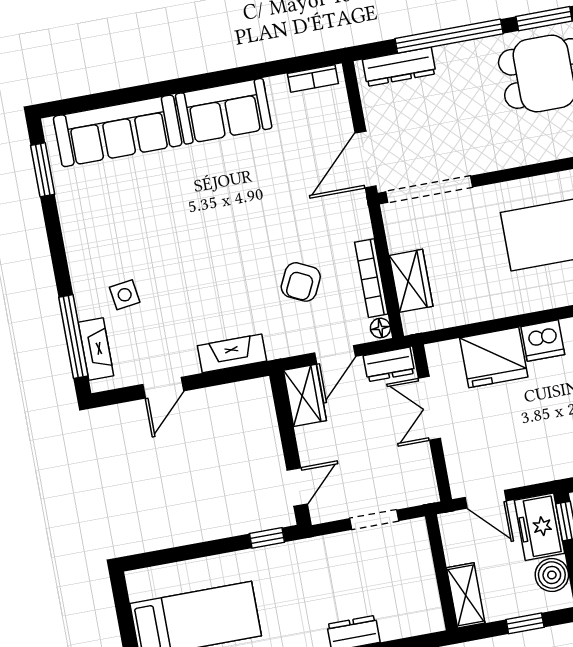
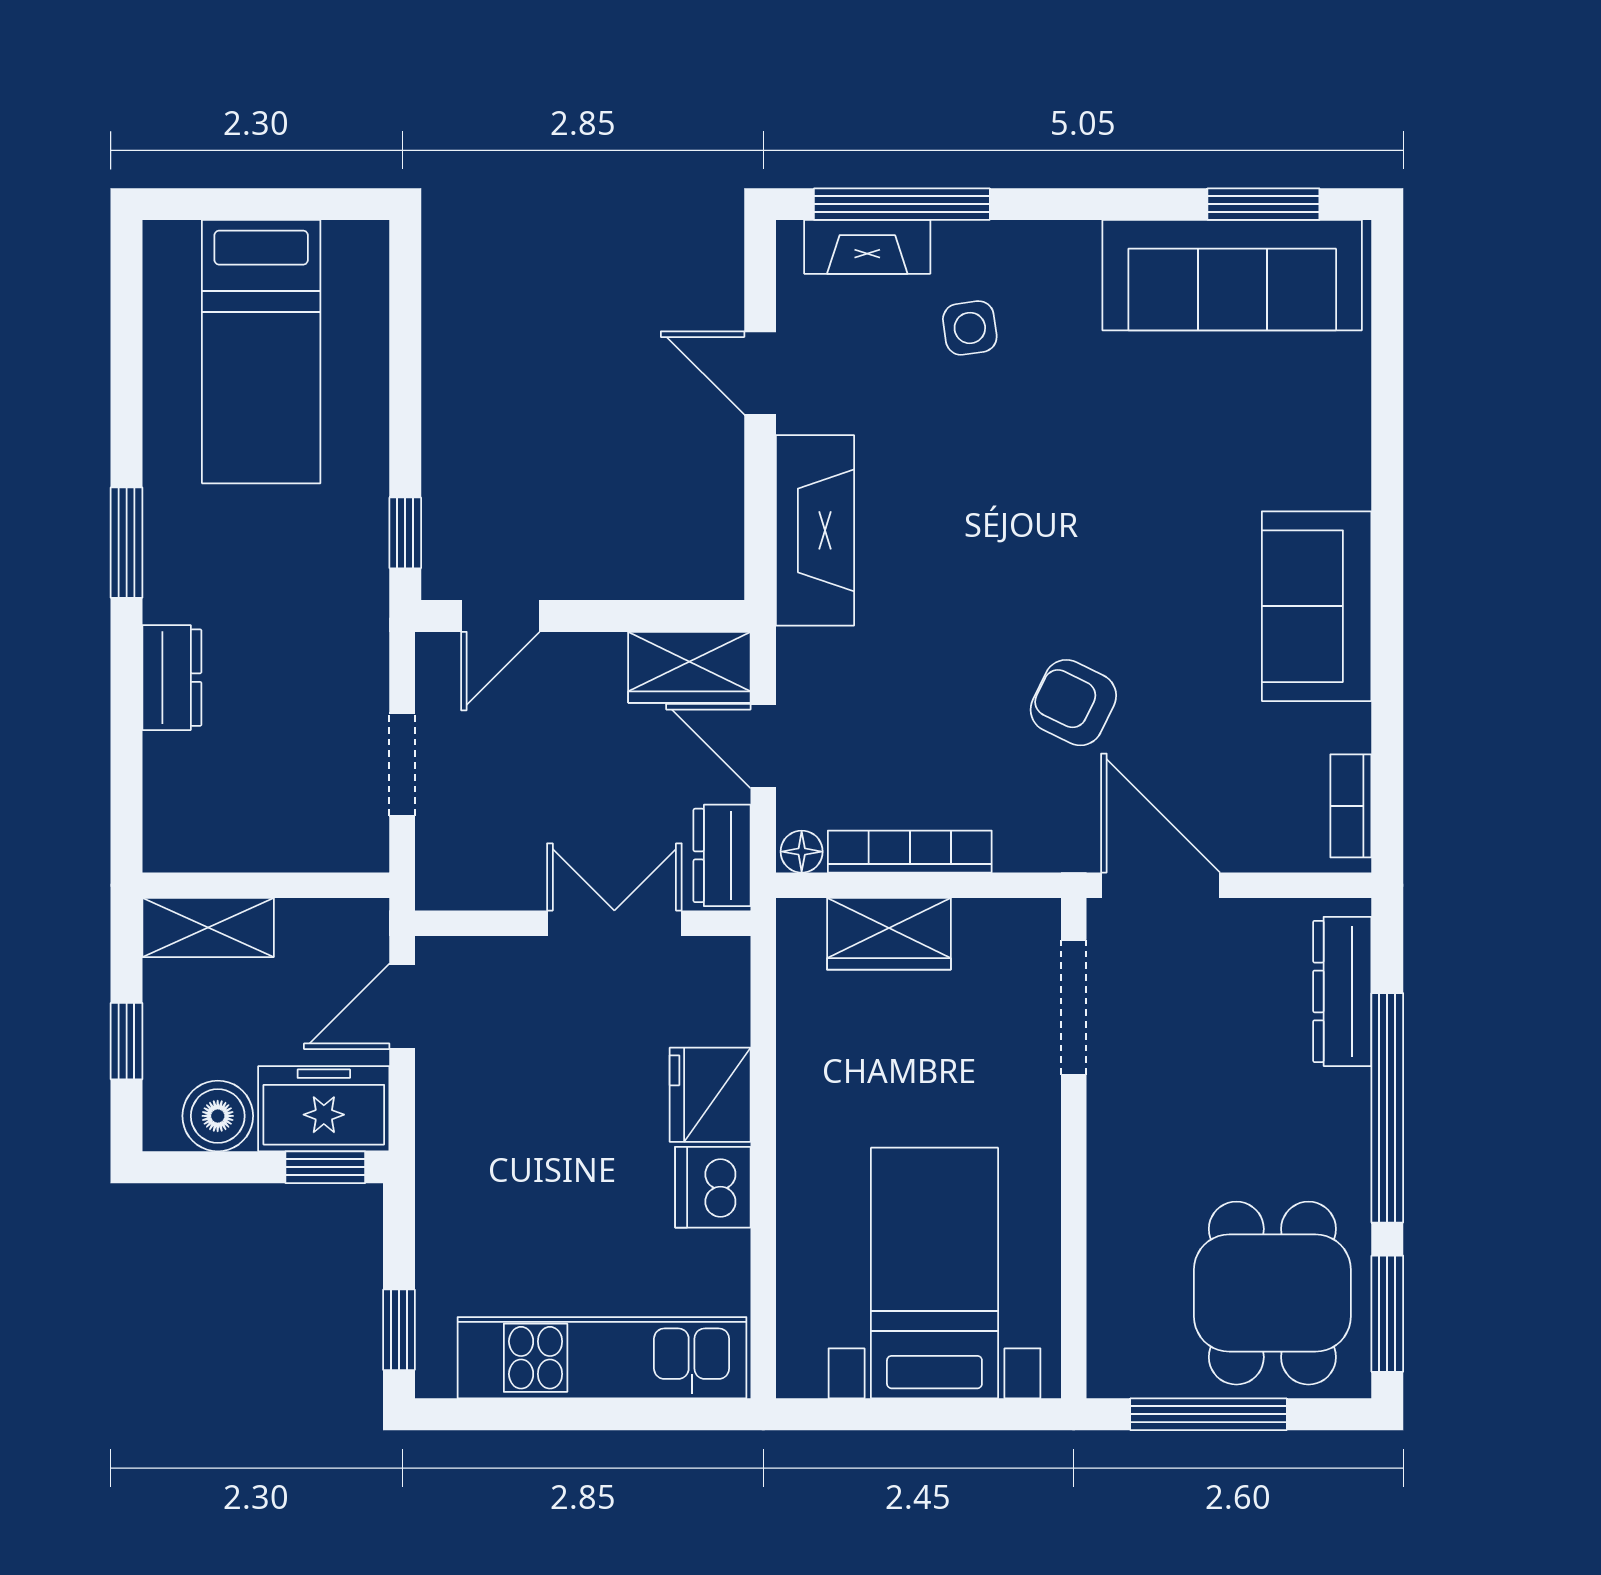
sofa: (118, 131) -> (1232, 275), moved, turned -90
doorway: (429, 189) -> (1074, 1007), width x0.73
armchair: (301, 282) -> (1073, 703), moved
fireplace: (232, 353) -> (815, 530), width x1.37, depth x1.32
fridge: (494, 357) -> (710, 1095), width x0.73, depth x0.75
door: (297, 487) -> (500, 616), hinge flipped

